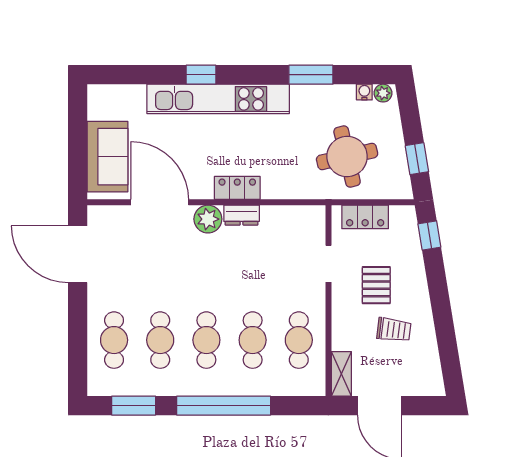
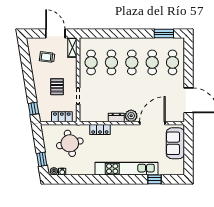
window: (201, 75) -> (154, 179), moved
window: (311, 75) -> (86, 179), removed
window: (417, 159) -> (42, 159), moved
locker: (237, 188) -> (100, 129), moved
door: (160, 202) -> (152, 123), swing flipped
trolley: (394, 330) -> (47, 57), moved
window: (224, 406) -> (124, 34), removed

